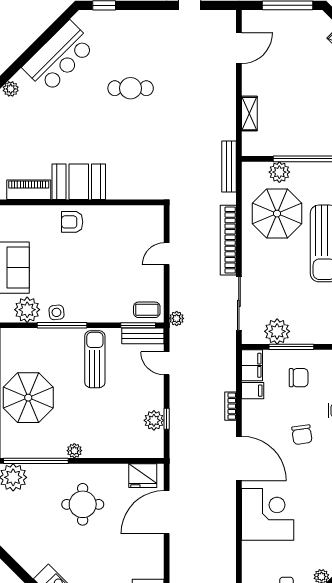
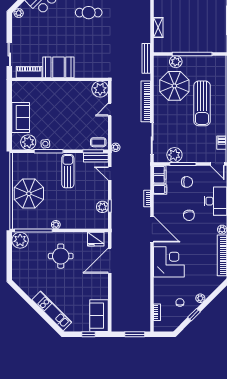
plant: (150, 219) -> (100, 89), added
armchair: (72, 222) -> (55, 91), removed

